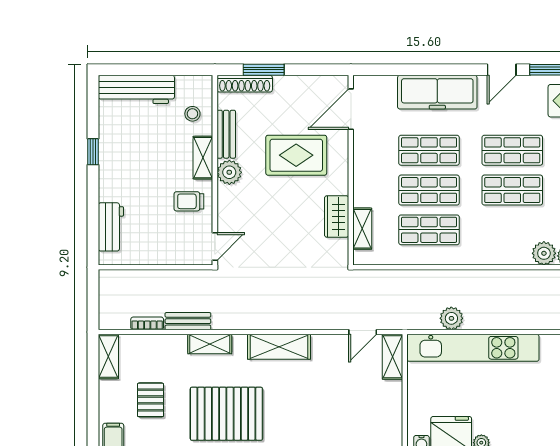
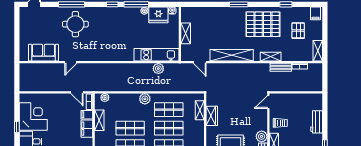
workbench: (111, 227) -> (317, 122), moved
plant: (544, 253) -> (145, 99), moved
door: (363, 332) -> (200, 62), swing flipped
shelving: (279, 347) -> (232, 55), width x1.47
kitchen unit: (473, 348) -> (157, 55), width x0.73
shelving: (392, 357) -> (186, 33), moved

